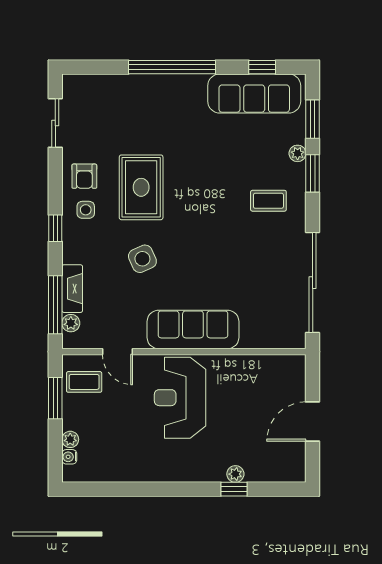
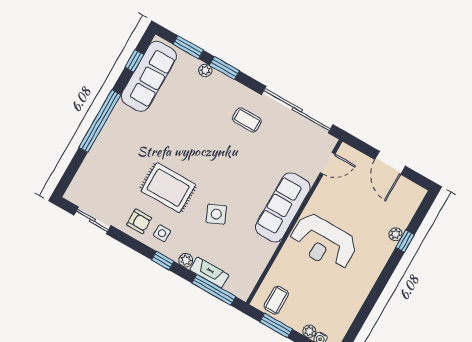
coffee table: (268, 201) -> (247, 120), moved, turned 90
plant: (71, 323) -> (186, 260), moved
door: (117, 352) -> (328, 163), moved

